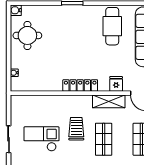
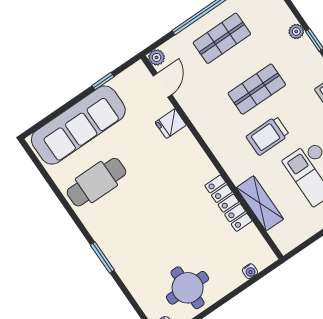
locker: (80, 85) -> (228, 203), moved
shelving: (109, 101) -> (260, 203), moved

